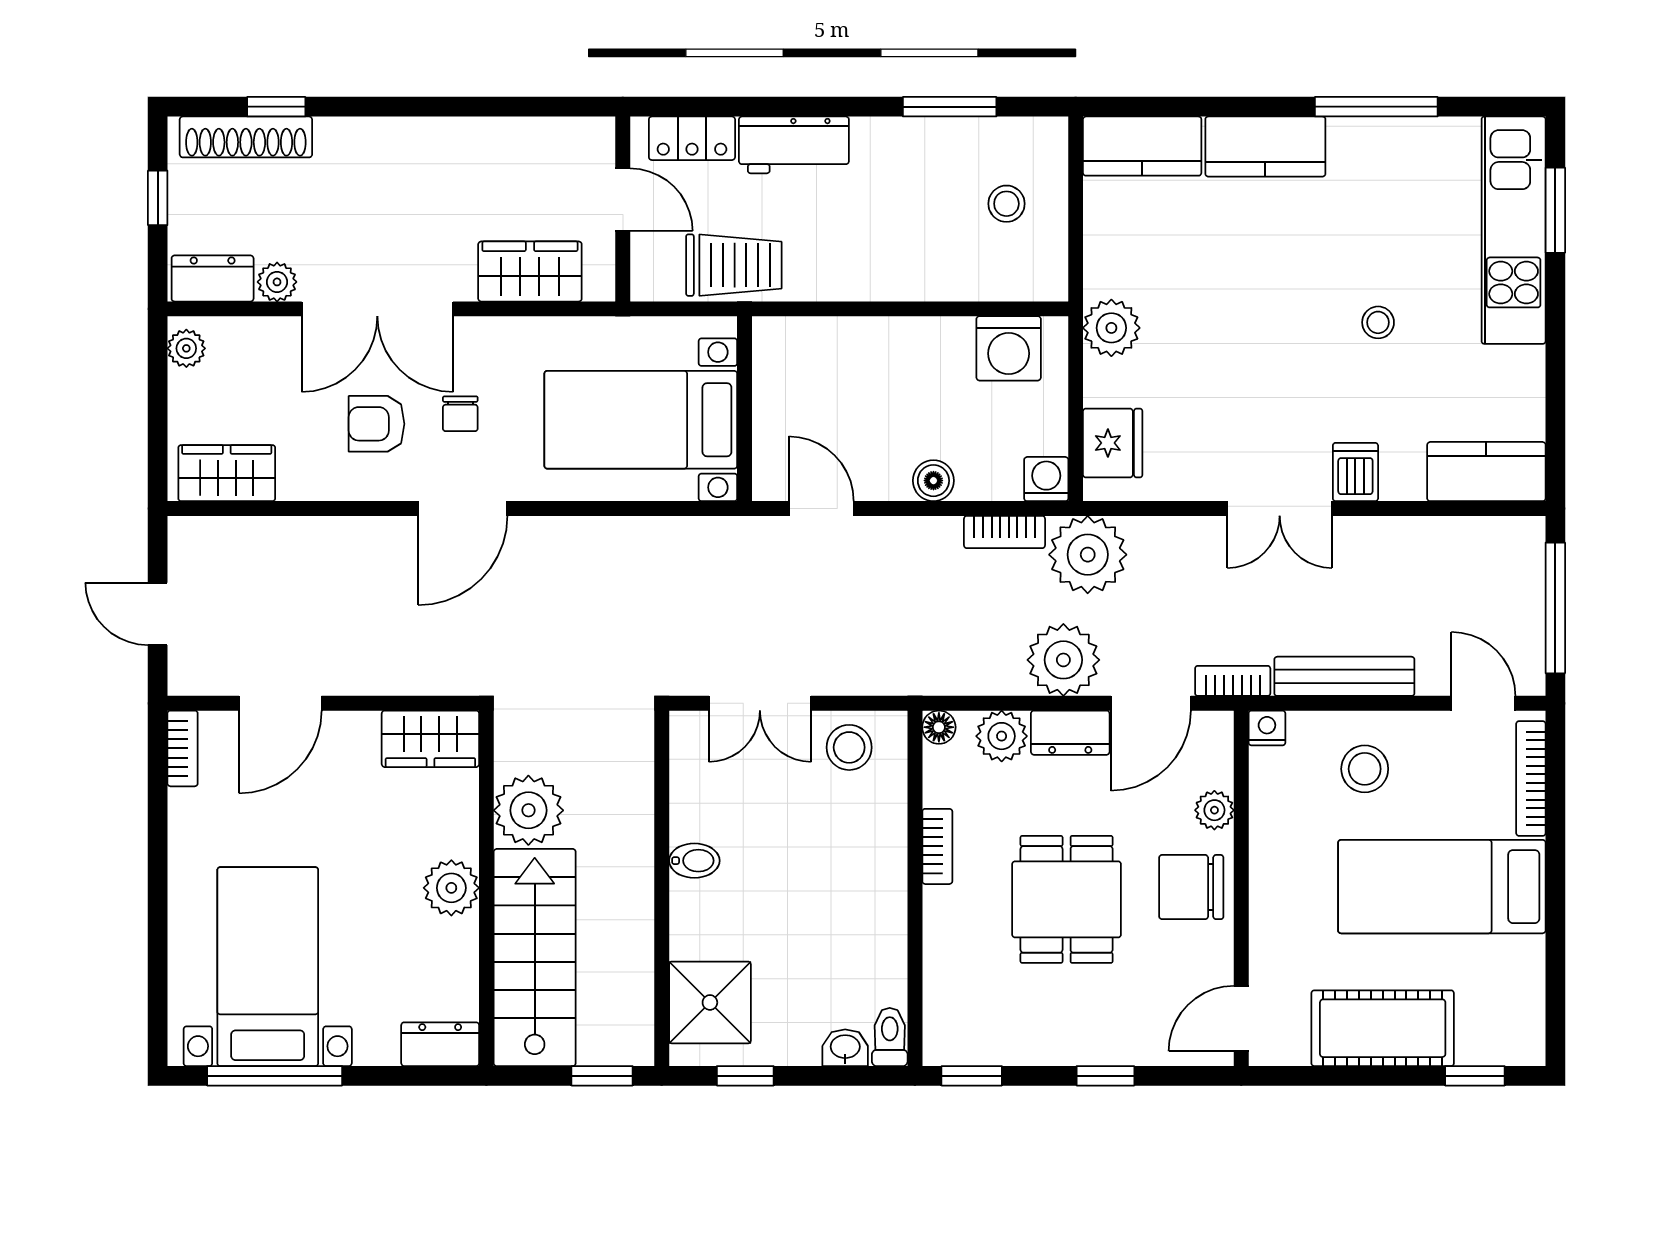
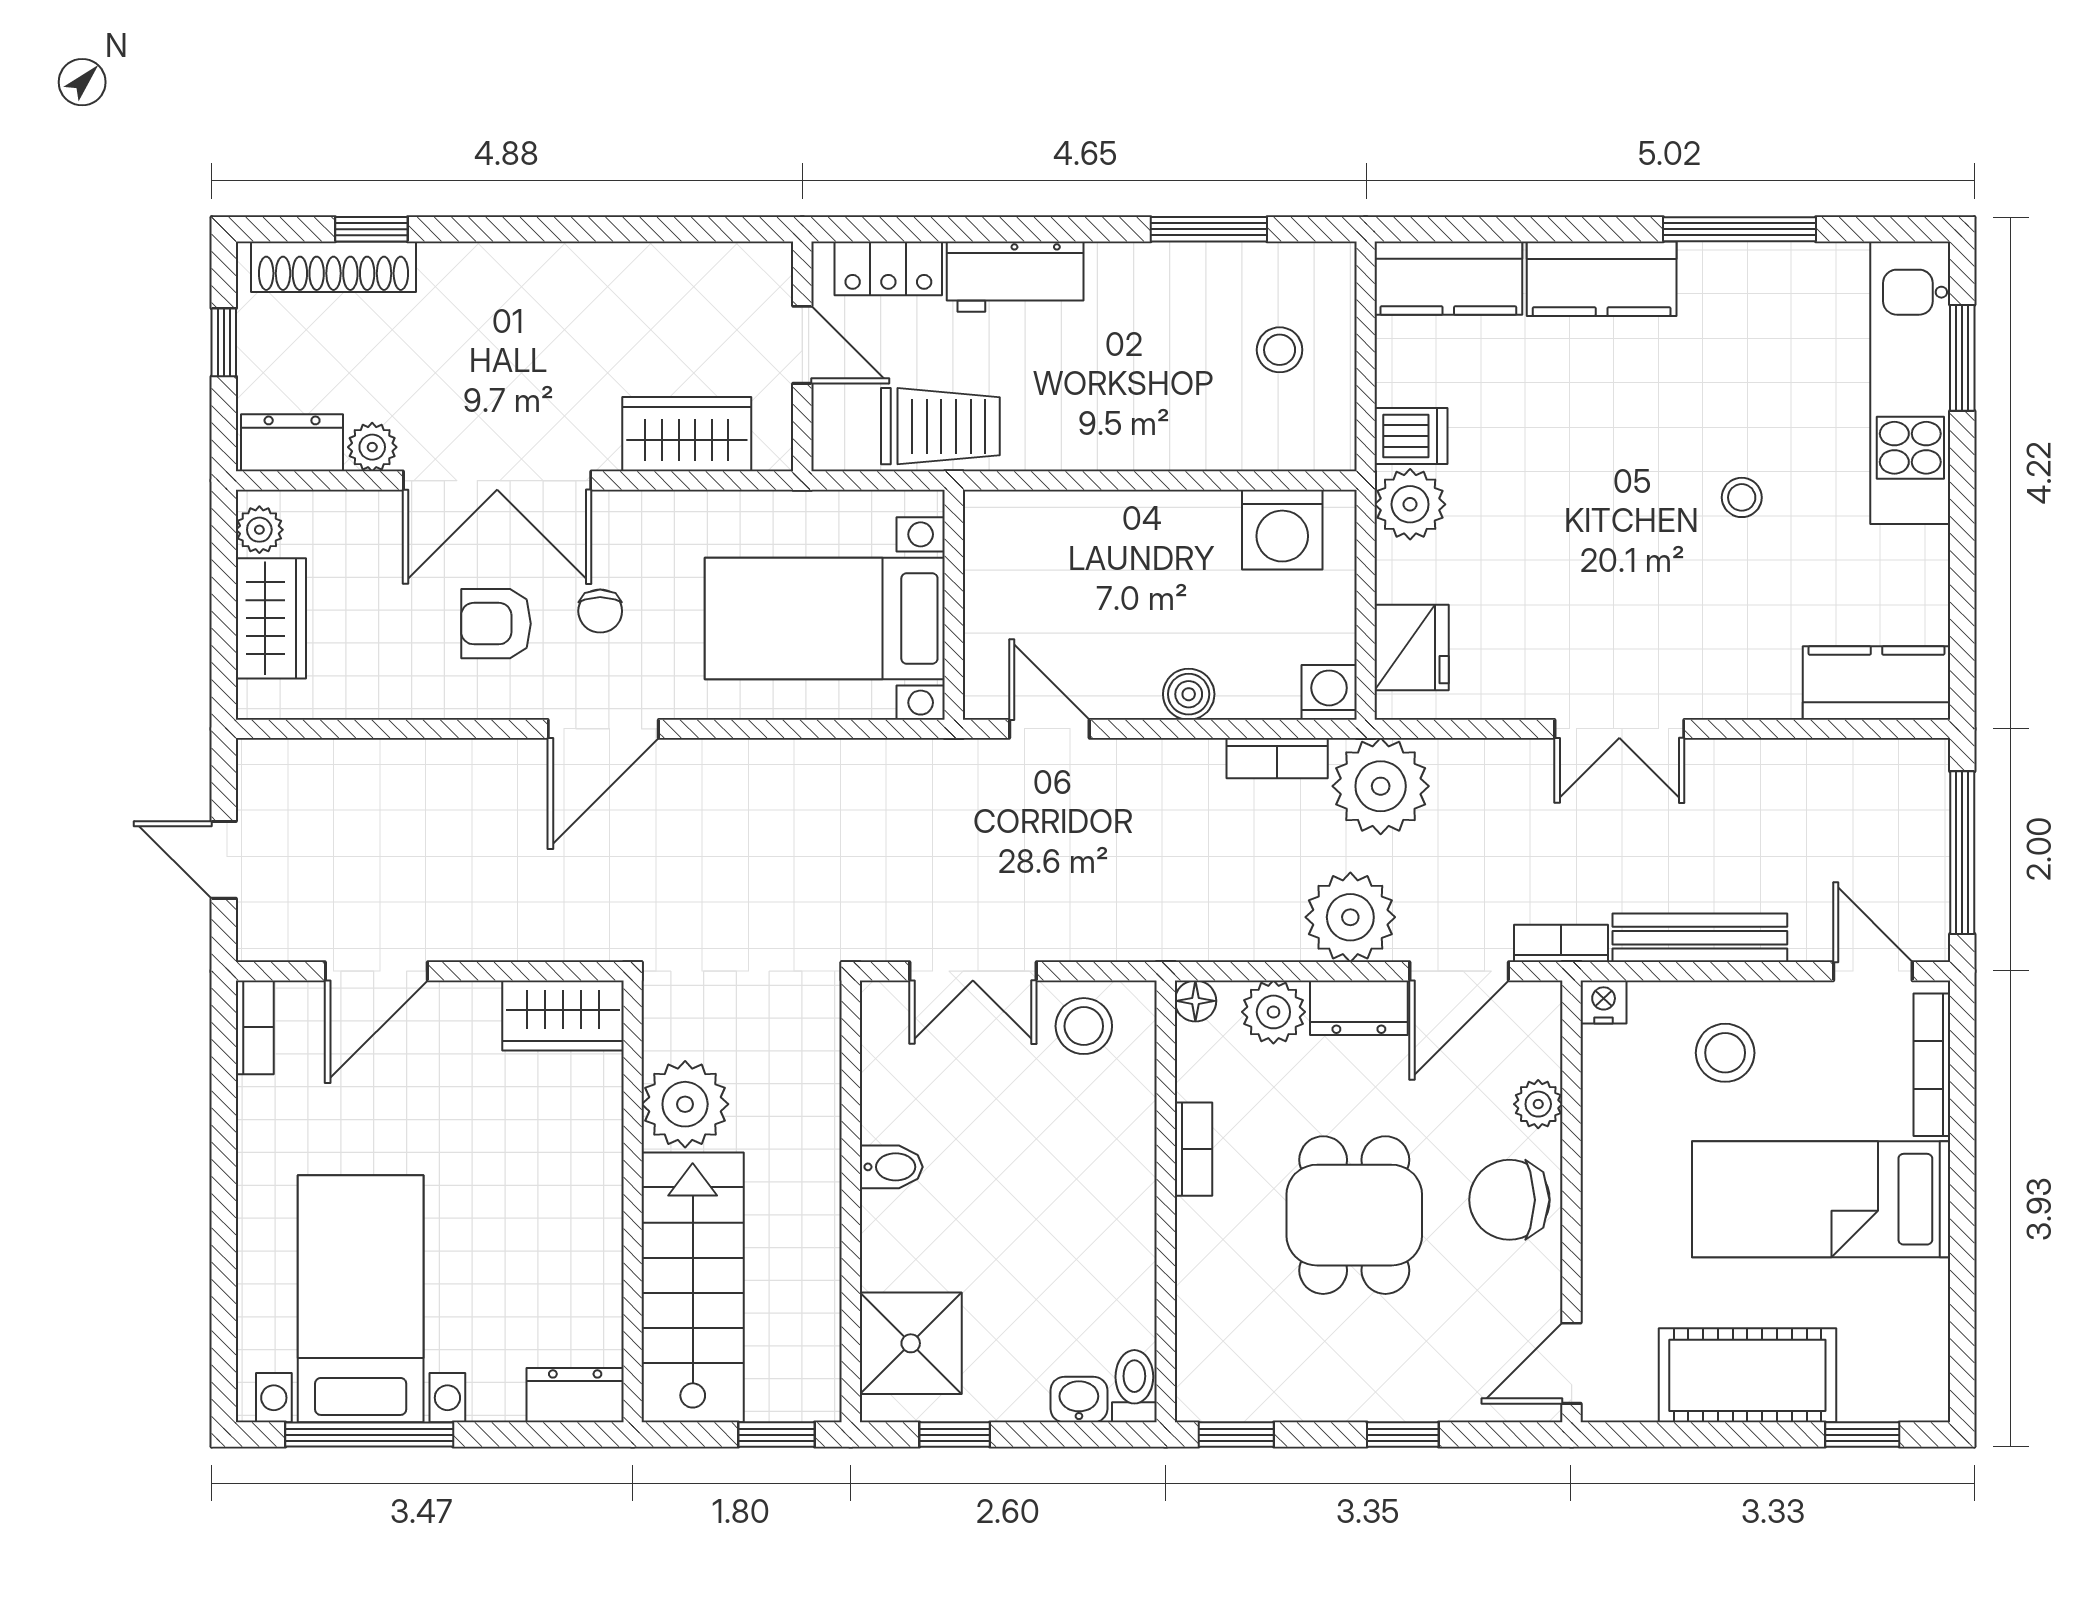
dishwasher: (1355, 472) -> (1411, 436), moved, turned 90
wardrobe: (227, 473) -> (271, 618), moved, turned 90
plant: (451, 888) -> (589, 1201), removed

